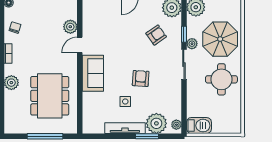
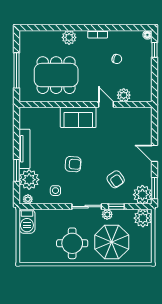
chair: (15, 28) -> (117, 59), moved
side table: (125, 101) -> (55, 191), moved

